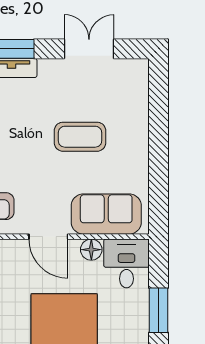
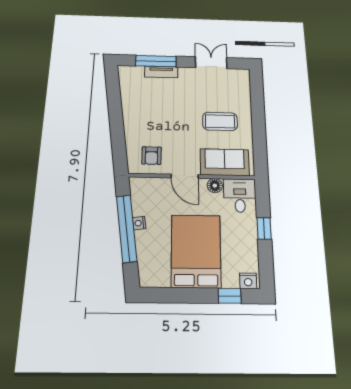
coffee table: (80, 137) -> (220, 121), moved
window: (159, 310) -> (264, 228), width x0.67

